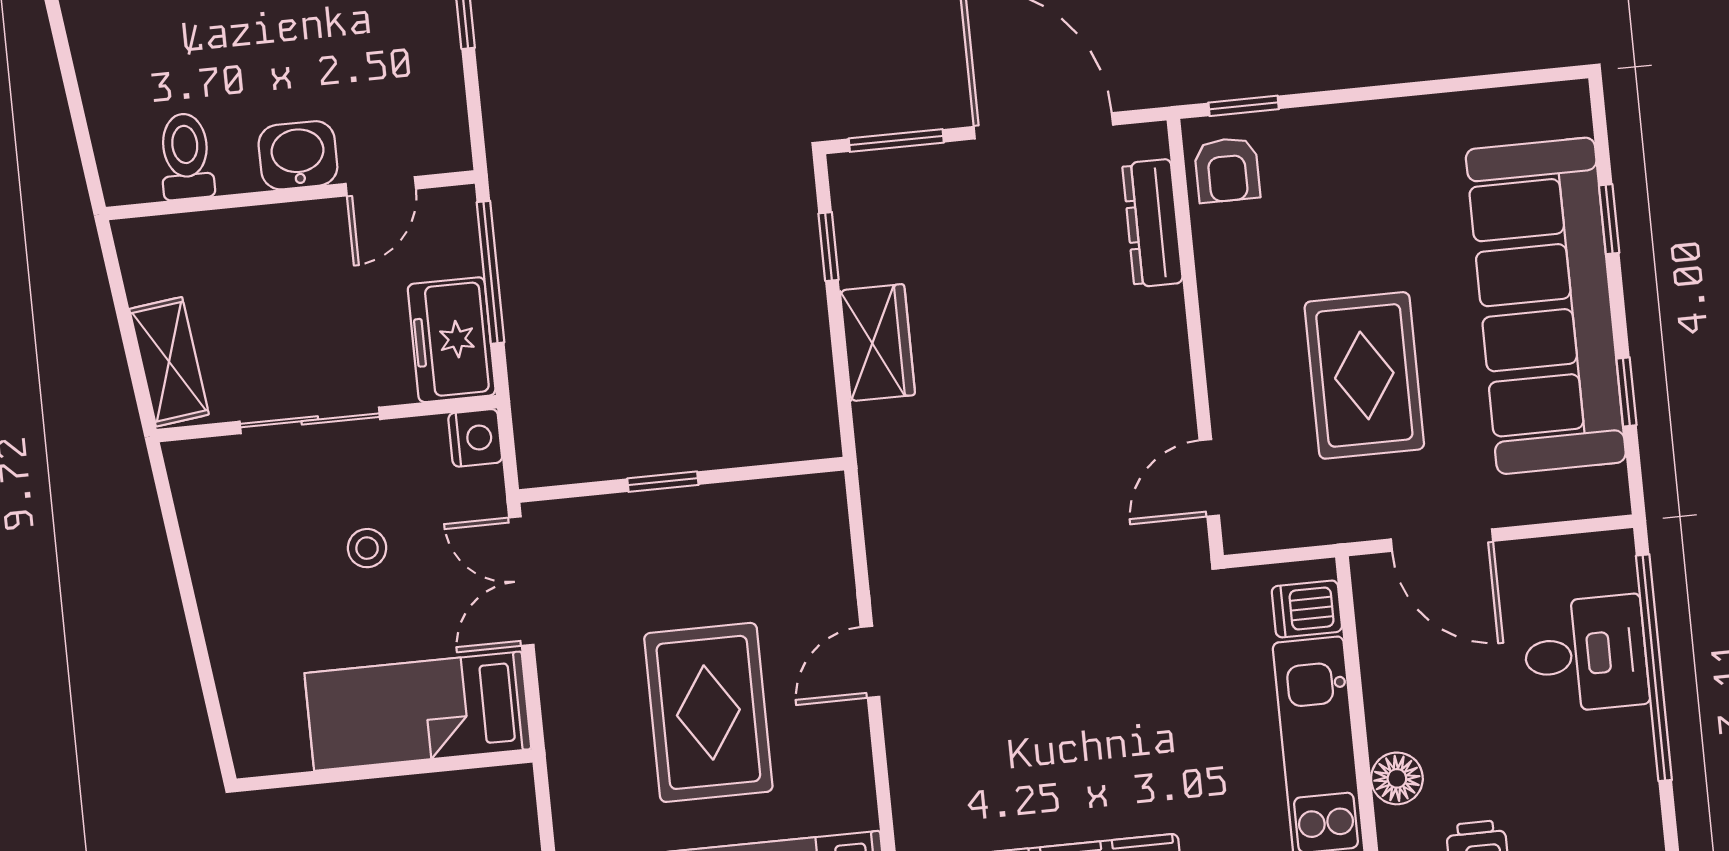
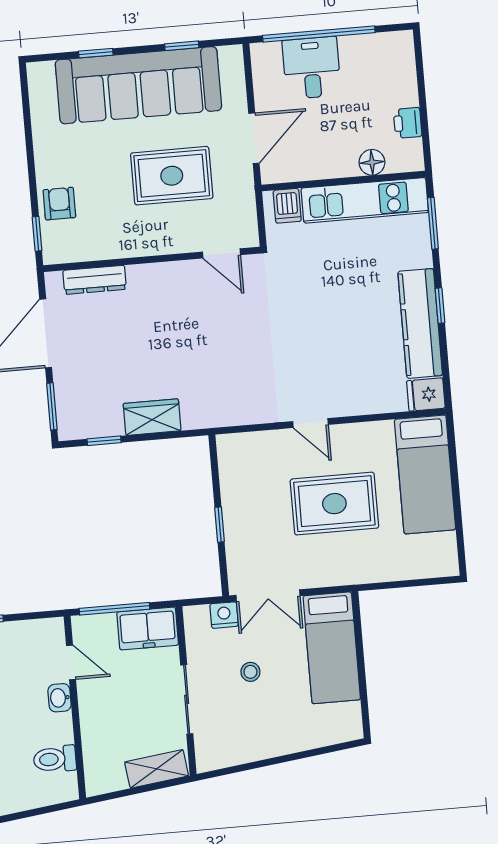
washbasin: (298, 155) -> (60, 698), width x0.72, depth x0.69
armchair: (1227, 170) -> (59, 204), moved, turned -90
nightstand: (475, 438) -> (224, 615), moved

